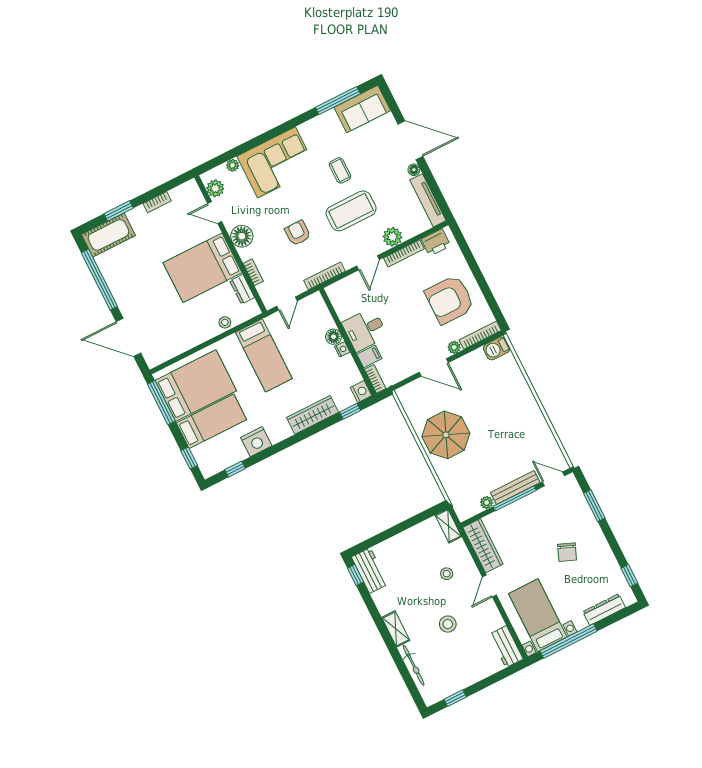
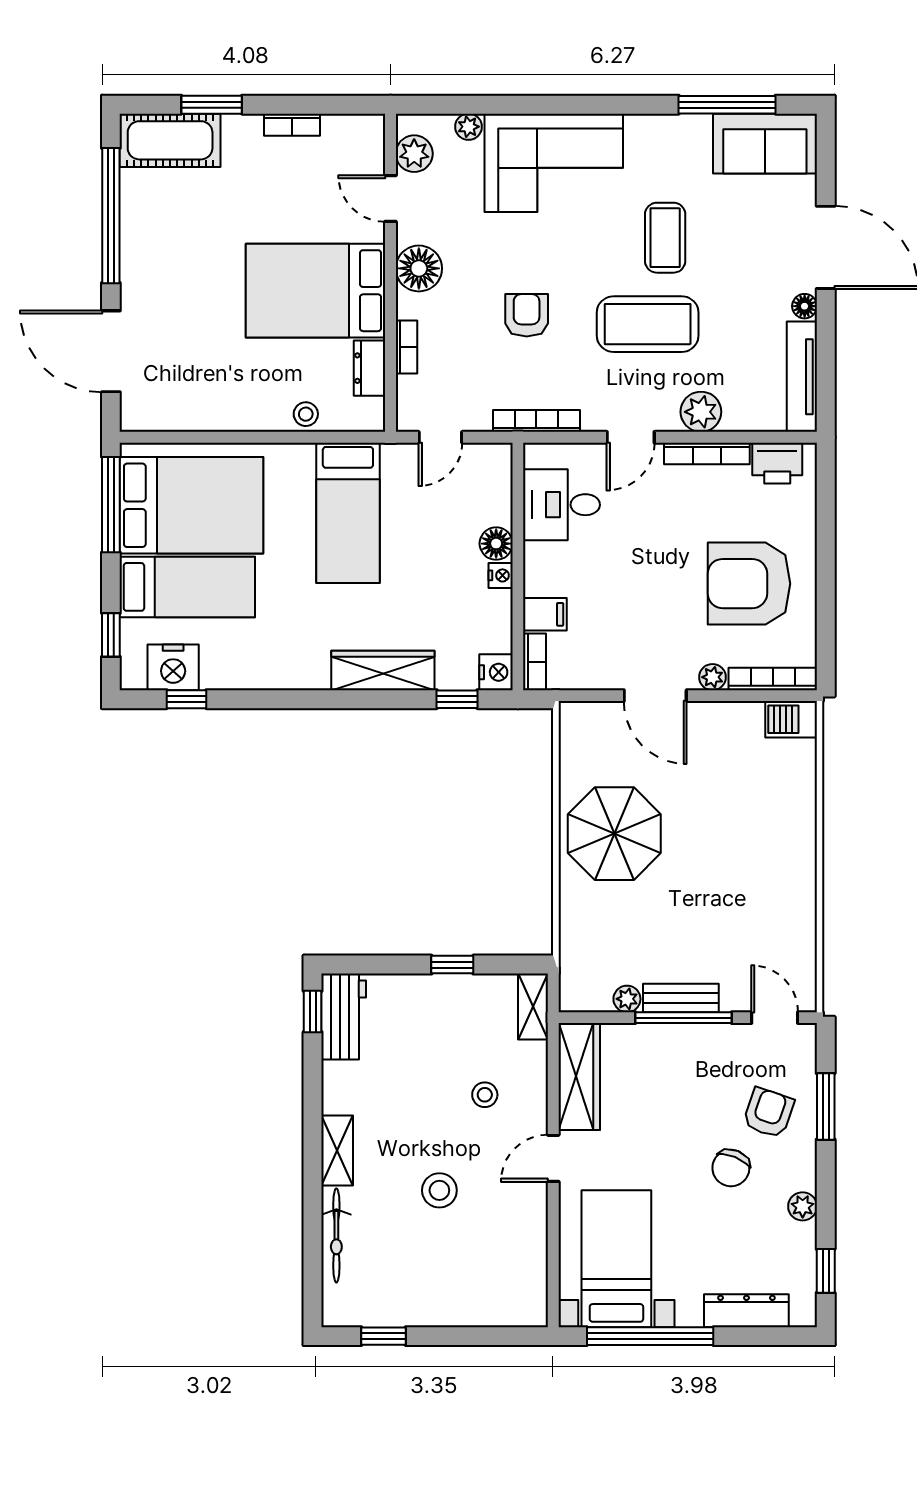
coffee table: (340, 170) -> (665, 238), width x1.36, depth x1.30
desk: (365, 330) -> (562, 505), moved
nightstand: (256, 442) -> (173, 667), moved
bench: (515, 488) -> (681, 998), width x0.73
armchair: (571, 521) -> (768, 1113), added
window: (405, 525) -> (452, 965), added
plant: (606, 553) -> (803, 1206), added
workbench: (506, 647) -> (527, 1288), removed

